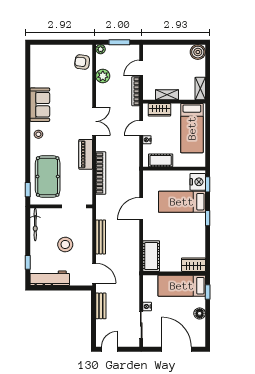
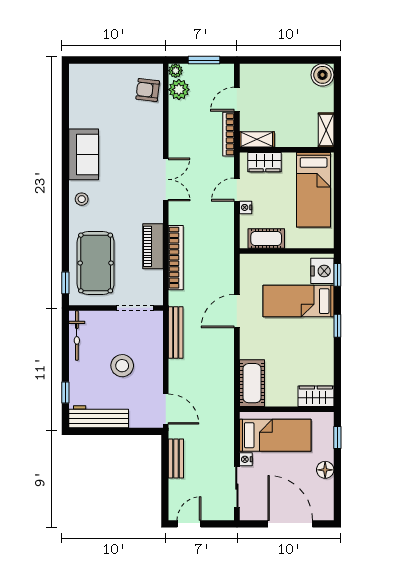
plant: (103, 76) -> (179, 90), moved
shelving: (167, 95) -> (257, 139), moved
piano: (86, 154) -> (153, 246), moved
bench: (101, 237) -> (176, 333), moved
bed: (182, 286) -> (275, 435), moved, turned 180

